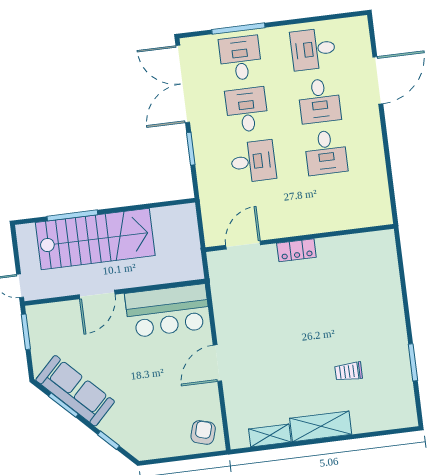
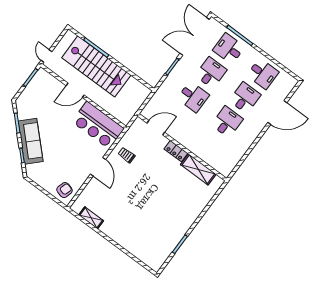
desk: (313, 49) -> (263, 74), turned 180
desk: (240, 58) -> (229, 49), turned -90
desk: (319, 101) -> (245, 98), turned 180
desk: (326, 152) -> (227, 122), turned 180
door: (217, 363) -> (98, 167), swing flipped
trolley: (349, 371) -> (127, 155), moved
sofa: (75, 391) -> (31, 141), moved
shelving: (321, 426) -> (198, 169), moved

